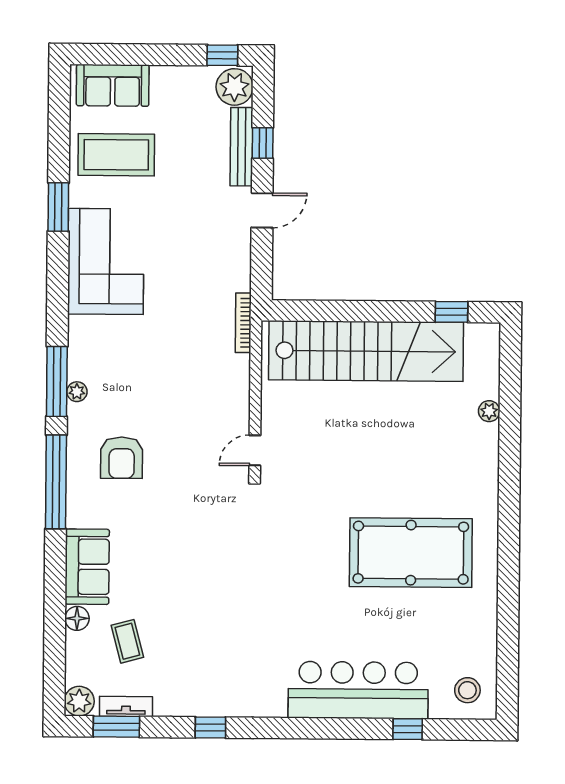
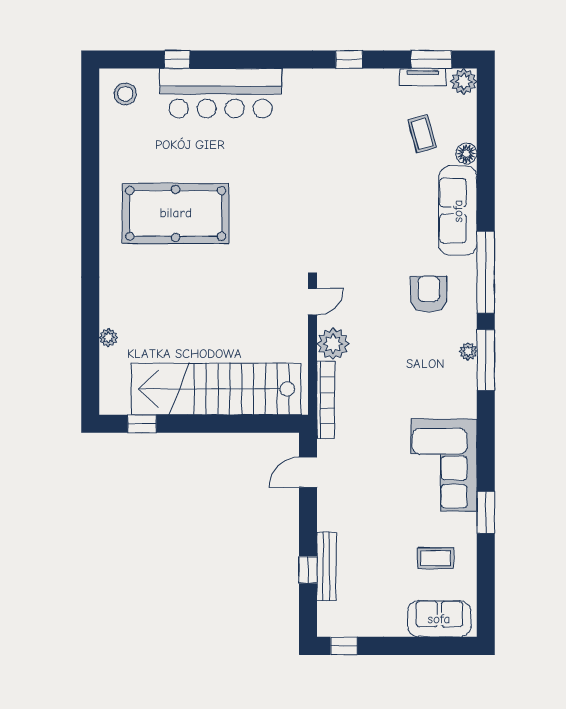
plant: (235, 87) -> (333, 344), moved
coffee table: (116, 155) -> (436, 558), width x0.54, depth x0.58
door: (262, 210) -> (308, 472), moved
bookcase: (243, 323) -> (326, 400), width x1.48, depth x1.31
sofa: (87, 567) -> (458, 211), width x1.36

